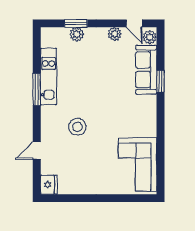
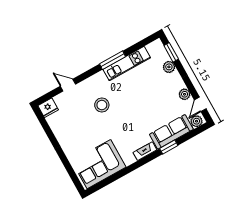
window: (76, 23) -> (171, 52), moved
fireplace: (151, 109) -> (145, 151), added

